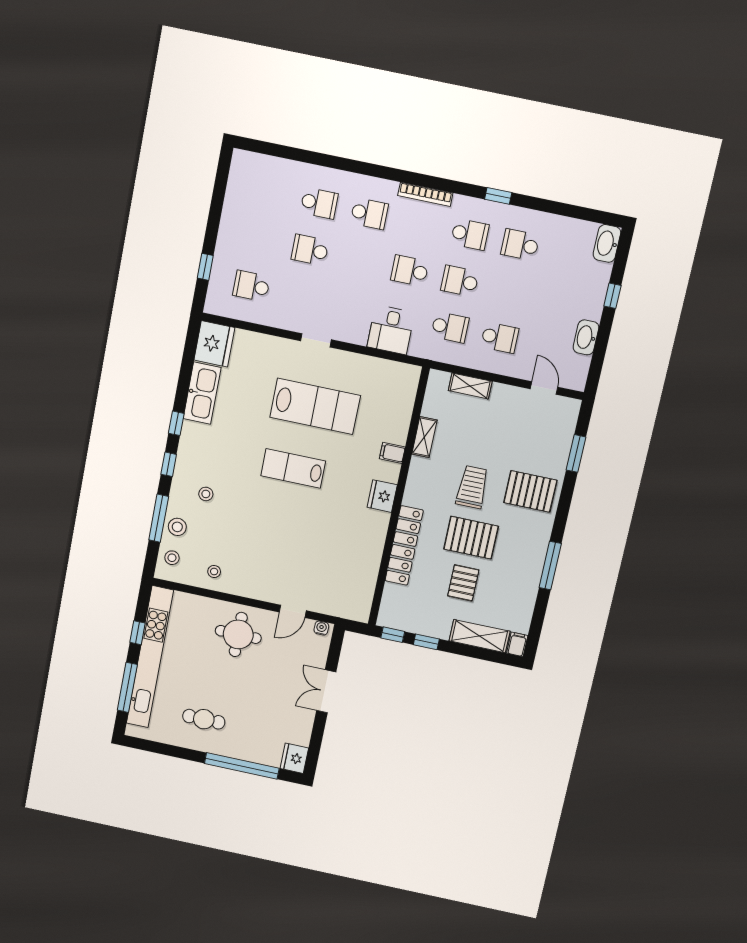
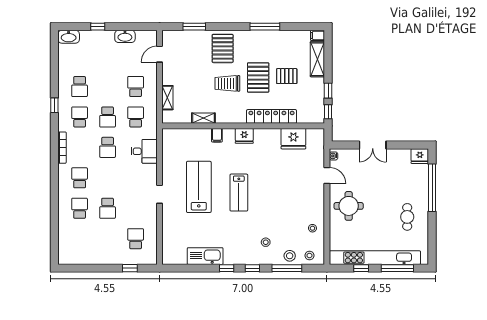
school desk: (251, 286) -> (136, 239), turned 180
fridge: (214, 344) -> (293, 139), moved, turned 180

